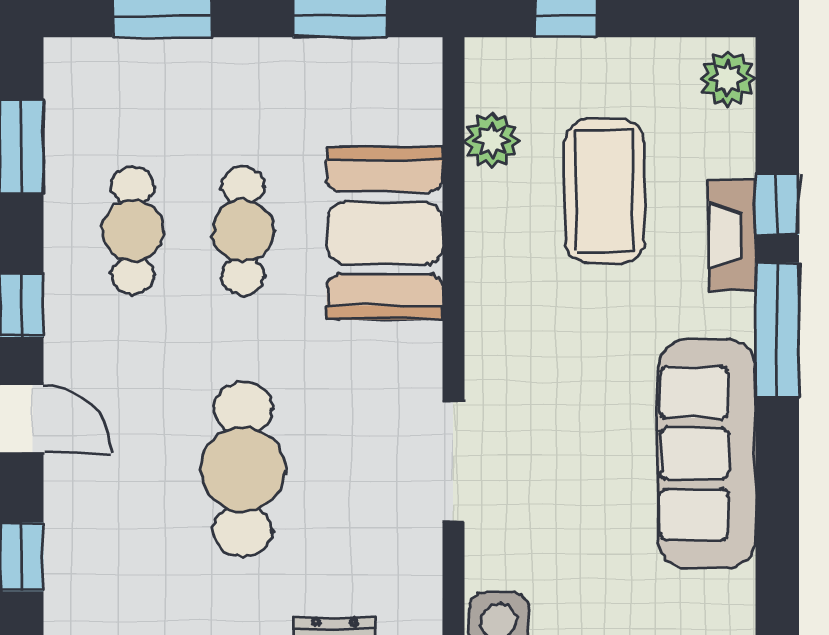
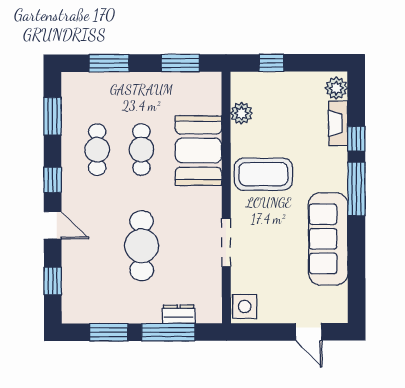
coffee table: (605, 191) -> (263, 174), moved, turned 90
fireplace: (732, 235) -> (338, 123), moved

